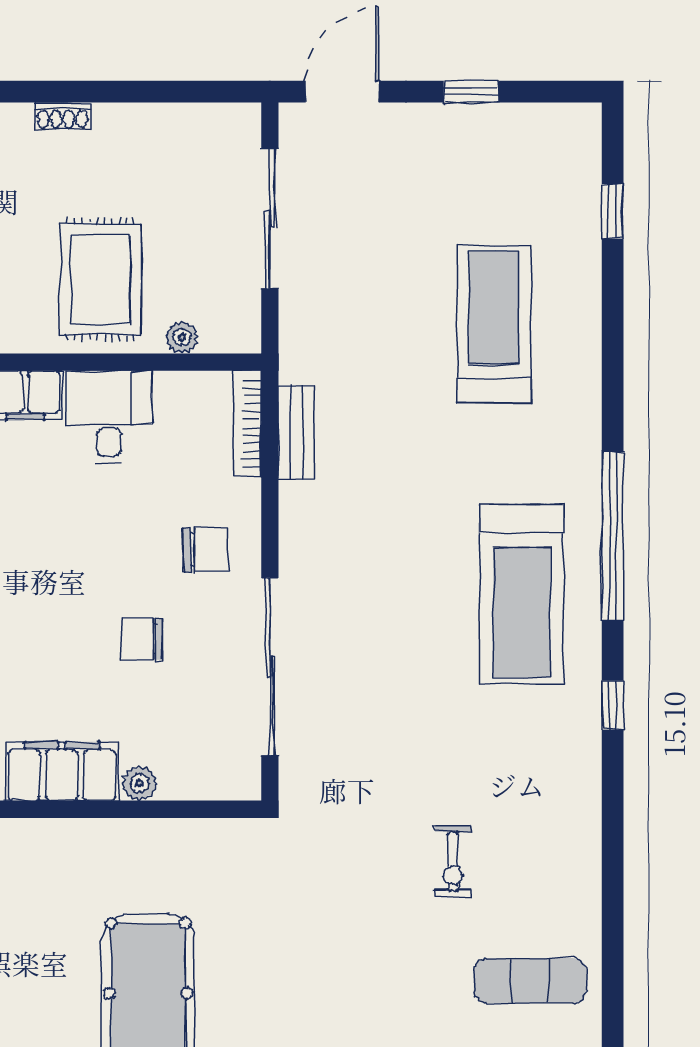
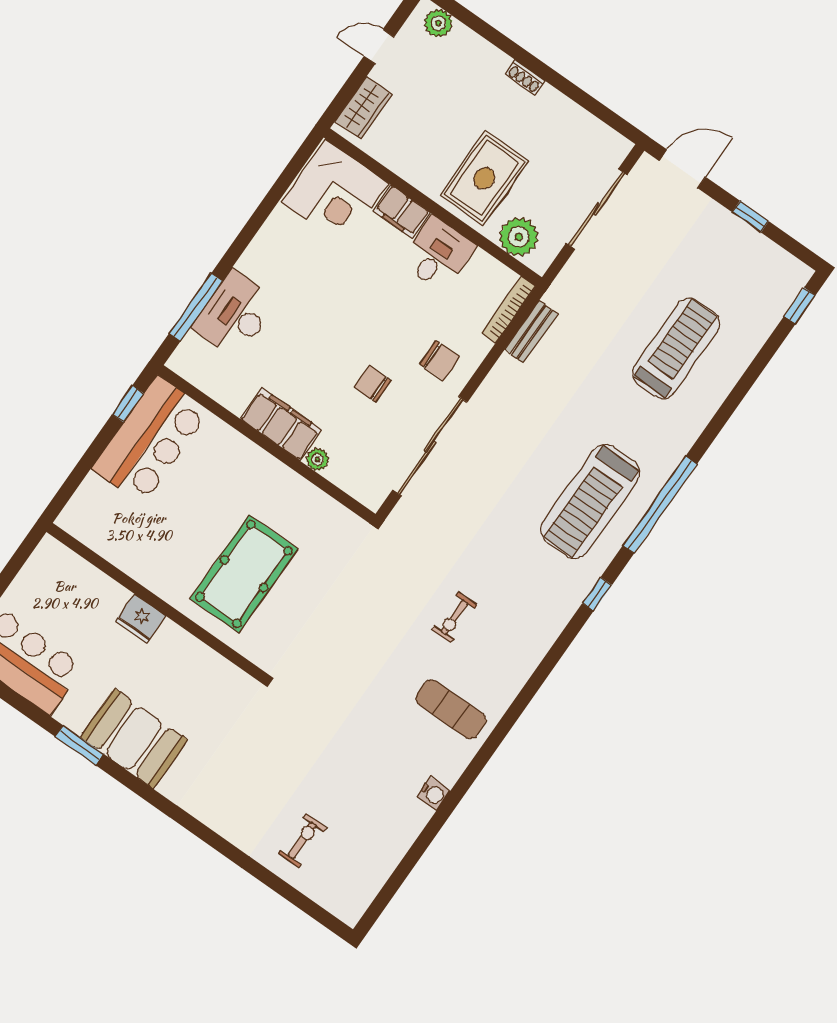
window: (613, 211) -> (800, 306), moved
plant: (182, 337) -> (519, 237), width x1.88, depth x1.88

